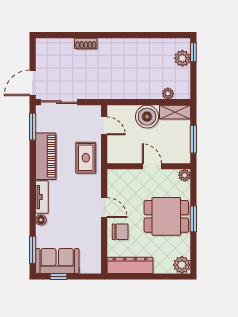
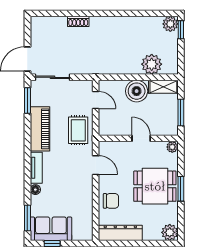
plant: (182, 58) -> (170, 24), moved
plant: (168, 93) -> (152, 64), width x1.87, depth x1.87
door: (104, 208) -> (96, 165), moved

